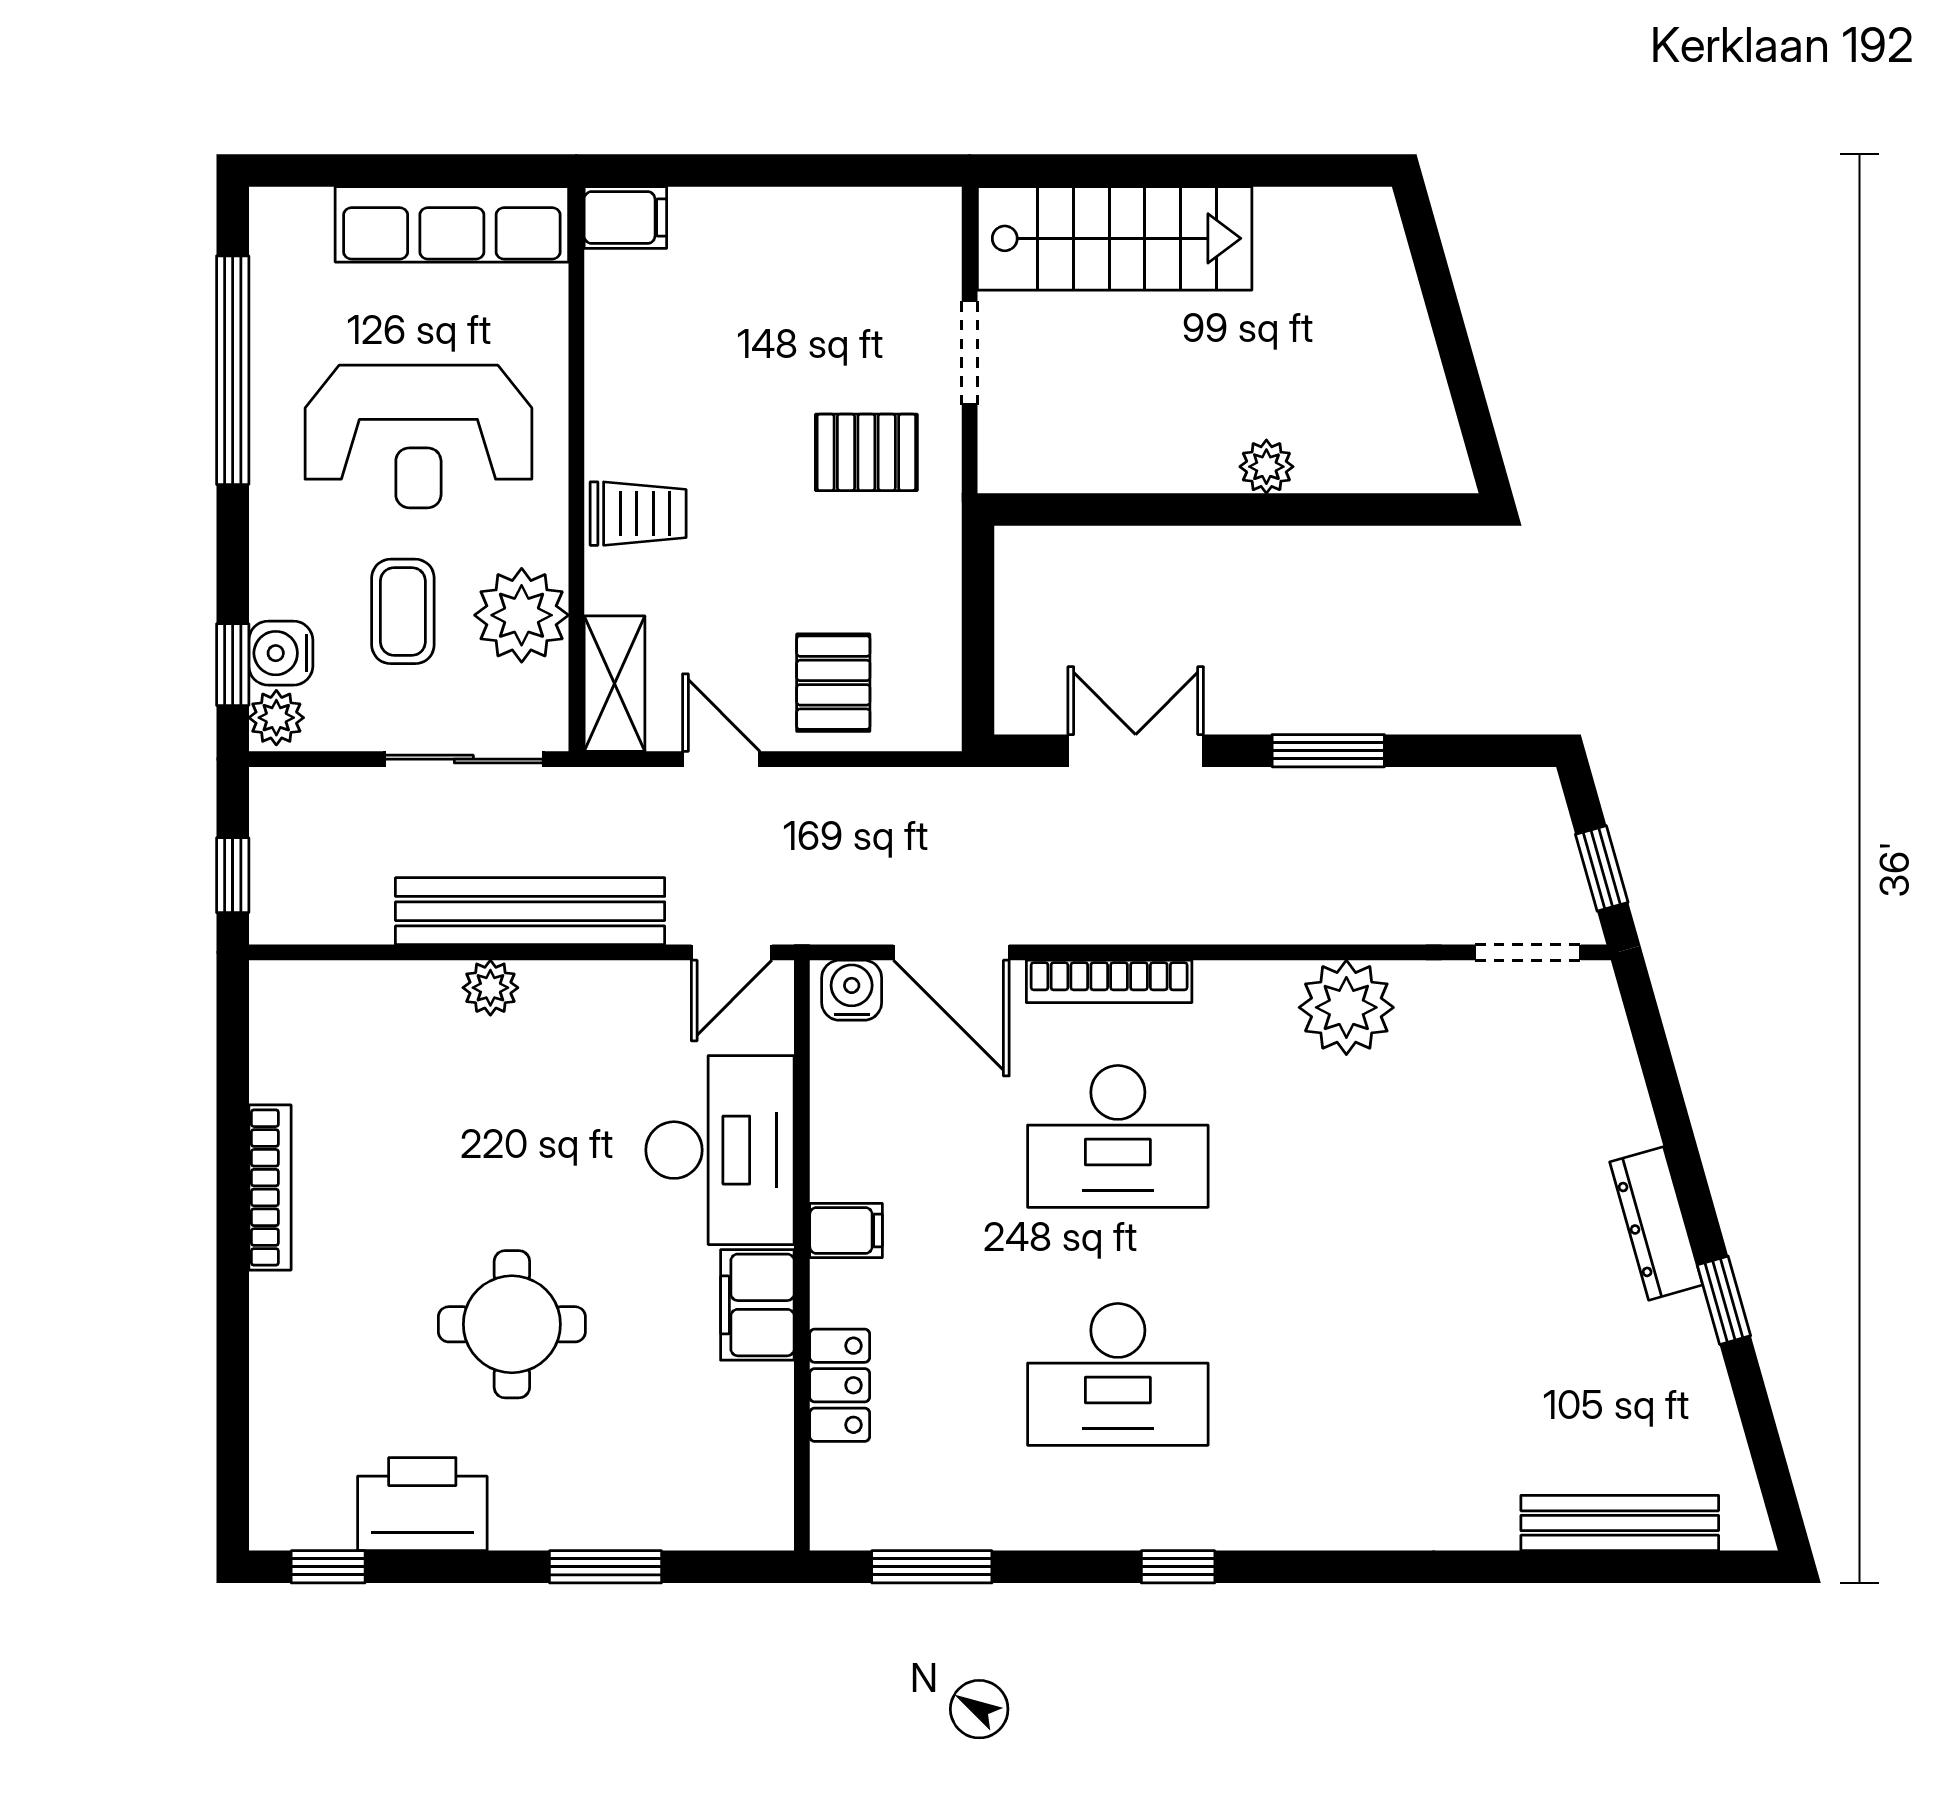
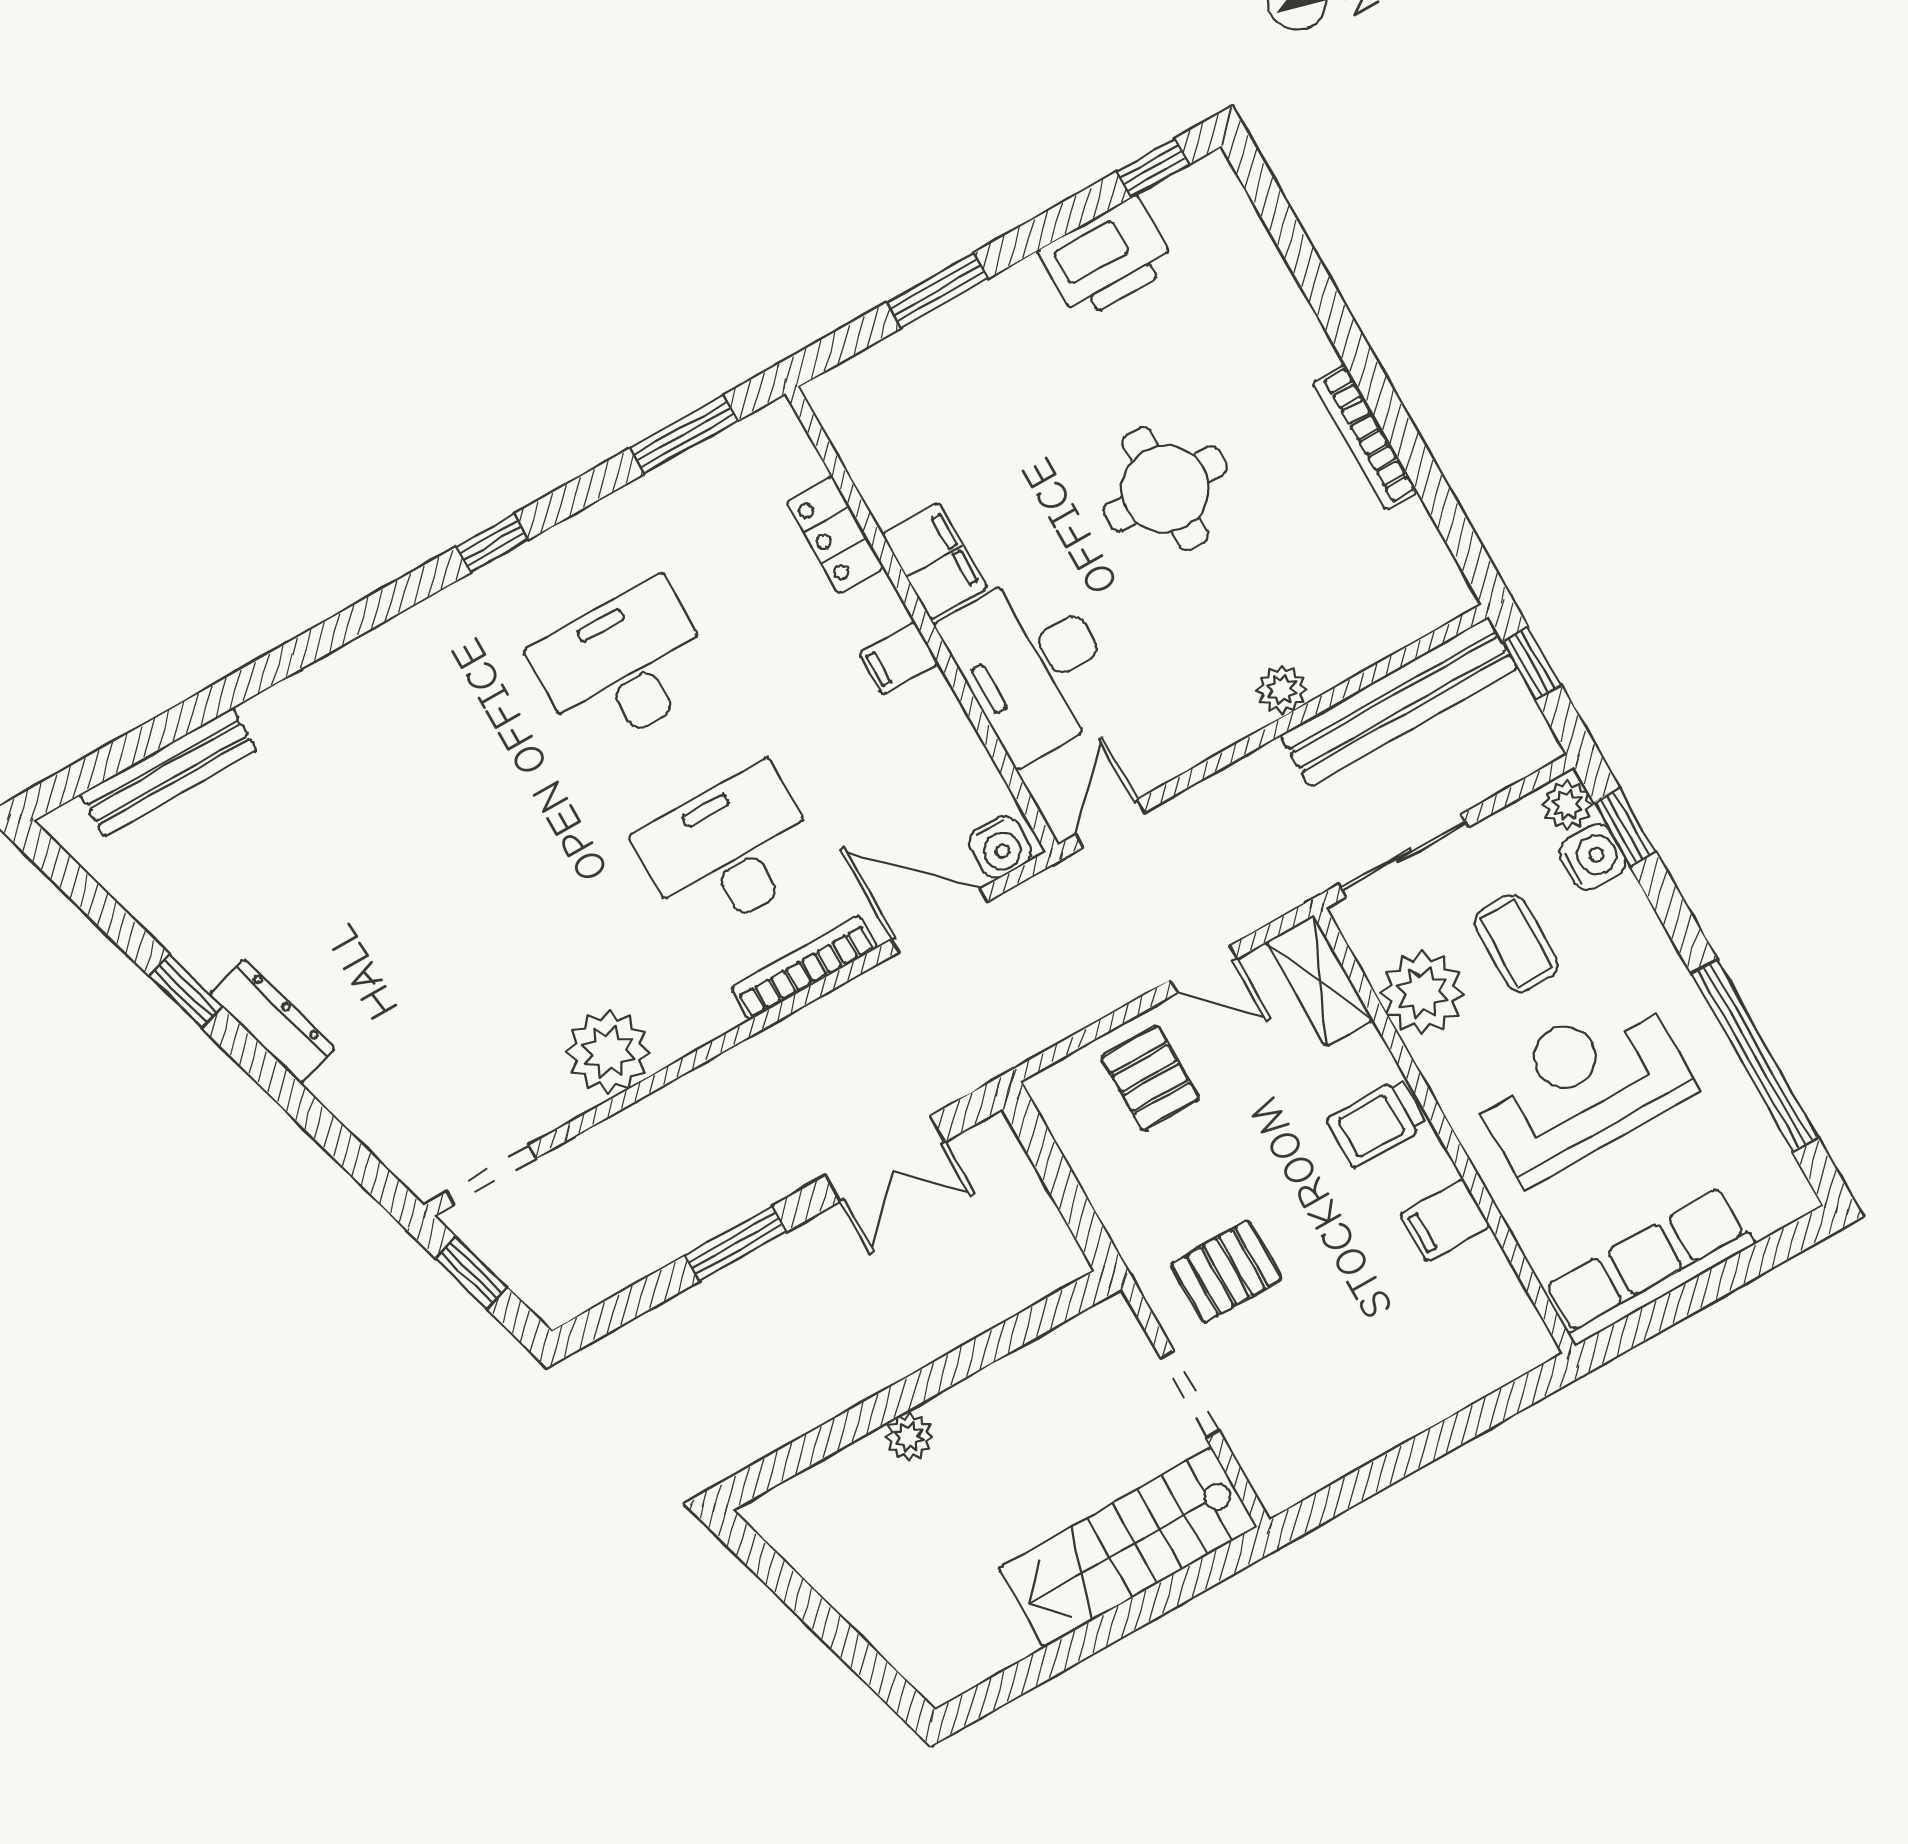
filing cabinet: (625, 218) -> (1445, 1220), moved
bench: (530, 911) -> (1399, 702), moved
round table: (512, 1324) -> (1165, 489), moved

